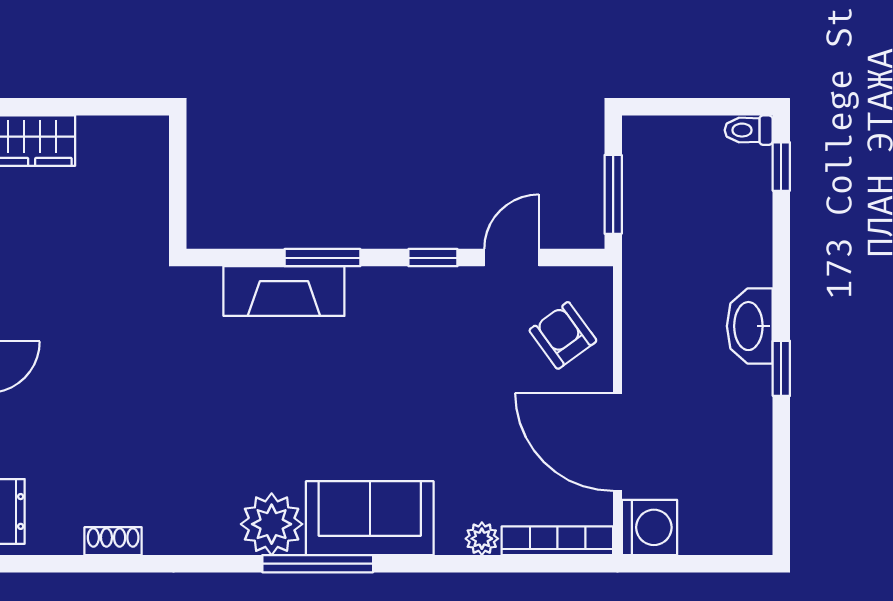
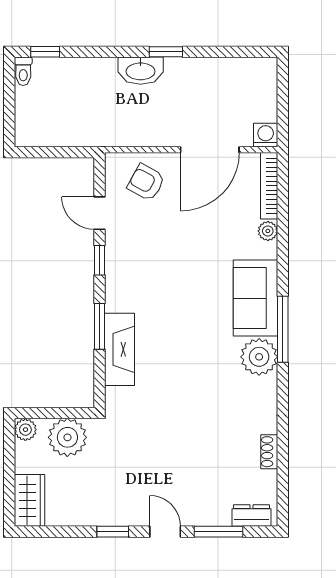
plant: (150, 134) -> (25, 430), added
window: (613, 194) -> (62, 152), removed
plant: (137, 204) -> (67, 437), added
armchair: (563, 335) -> (146, 182), turned 65
washing machine: (649, 527) -> (266, 135), width x0.73, depth x0.73

